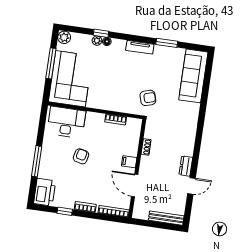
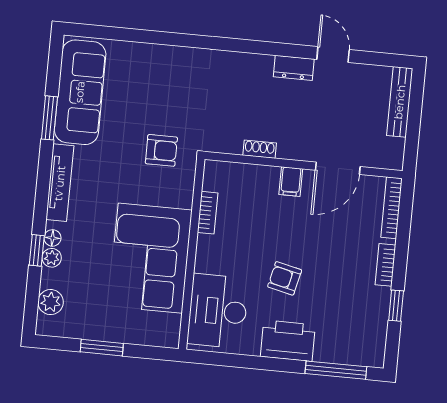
plant: (64, 37) -> (51, 302), moved
tv unit: (140, 47) -> (60, 183), width x1.41
window: (51, 63) -> (102, 348), width x0.69
sofa: (193, 76) -> (80, 92), moved, turned -90
corner sofa: (71, 79) -> (150, 258), moved, turned -90
armchair: (148, 98) -> (161, 150), turned 107
window: (37, 161) -> (336, 370), moved
printer: (45, 192) -> (288, 341), moved

